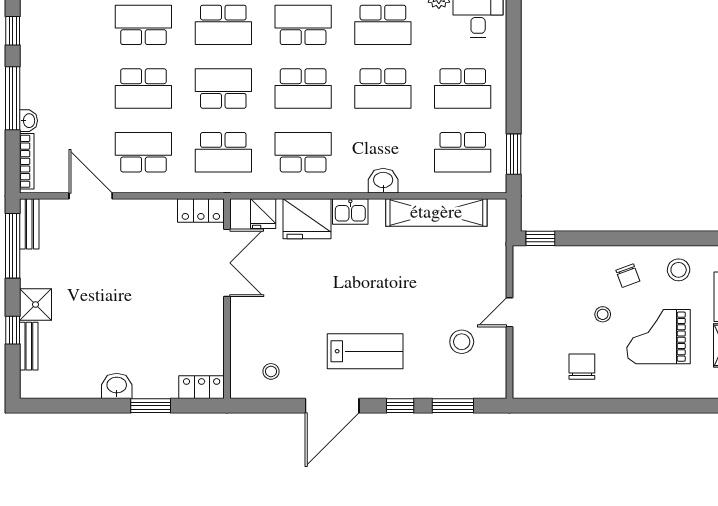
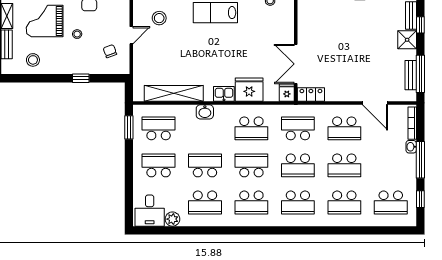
school desk: (64, 25) -> (391, 202), added
school desk: (223, 25) -> (298, 202), turned 180
school desk: (383, 25) -> (205, 202), turned 180
school desk: (143, 89) -> (344, 165), turned 180
fridge: (263, 214) -> (287, 93), moved
bench: (29, 224) -> (411, 75), moved
window: (540, 238) -> (81, 78), moved
chair: (628, 276) -> (110, 51), moved
grand piano: (659, 337) -> (45, 21), turned 180

